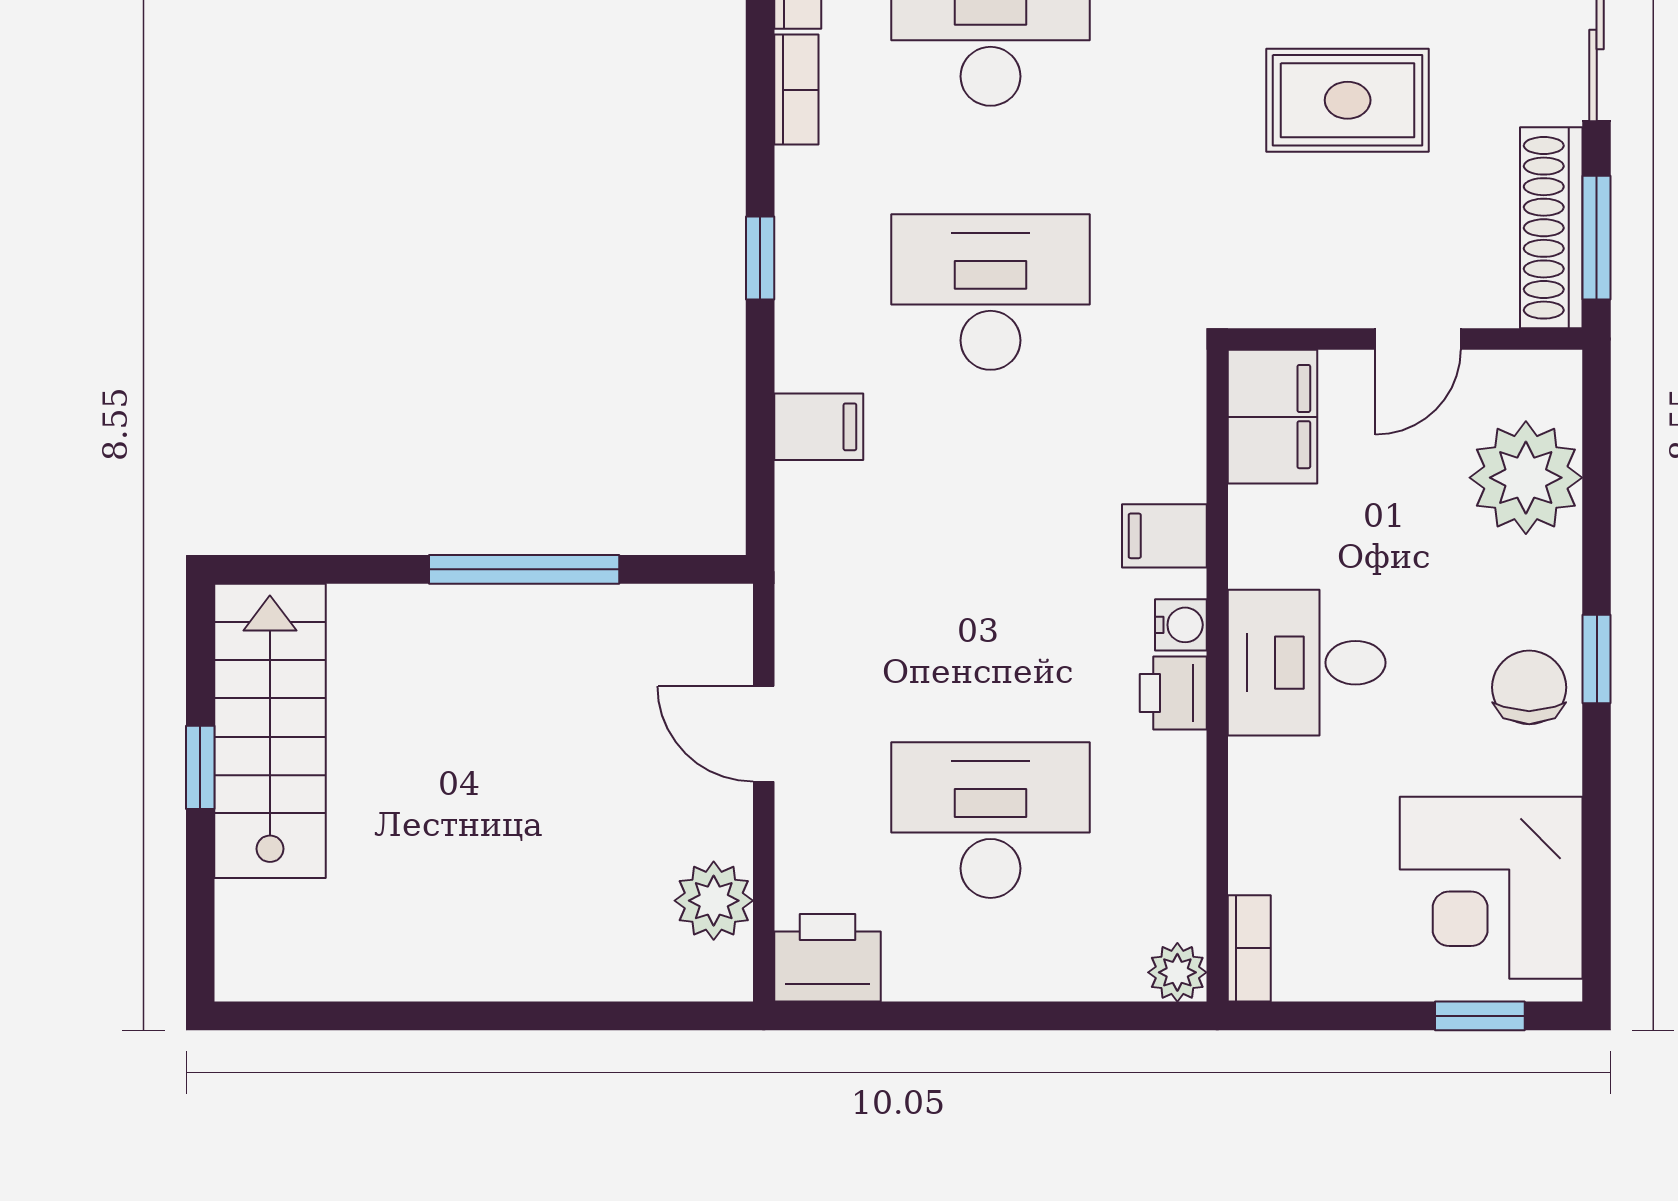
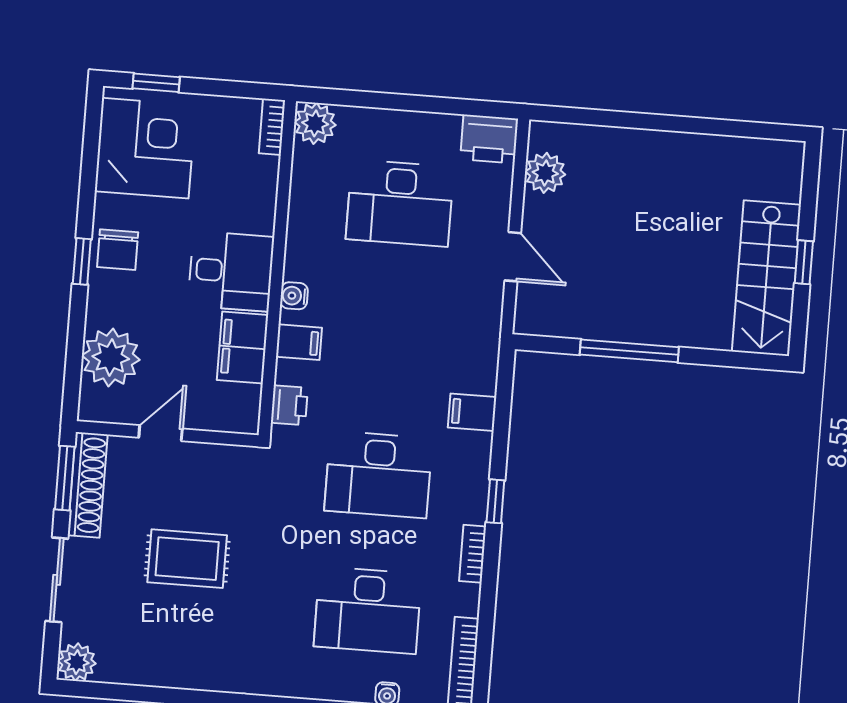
bookcase: (796, 90) -> (473, 554), moved
filing cabinet: (1273, 417) -> (243, 347), moved
printer: (1173, 693) -> (289, 405), moved
plant: (1177, 972) -> (315, 123), width x1.38, depth x1.38

